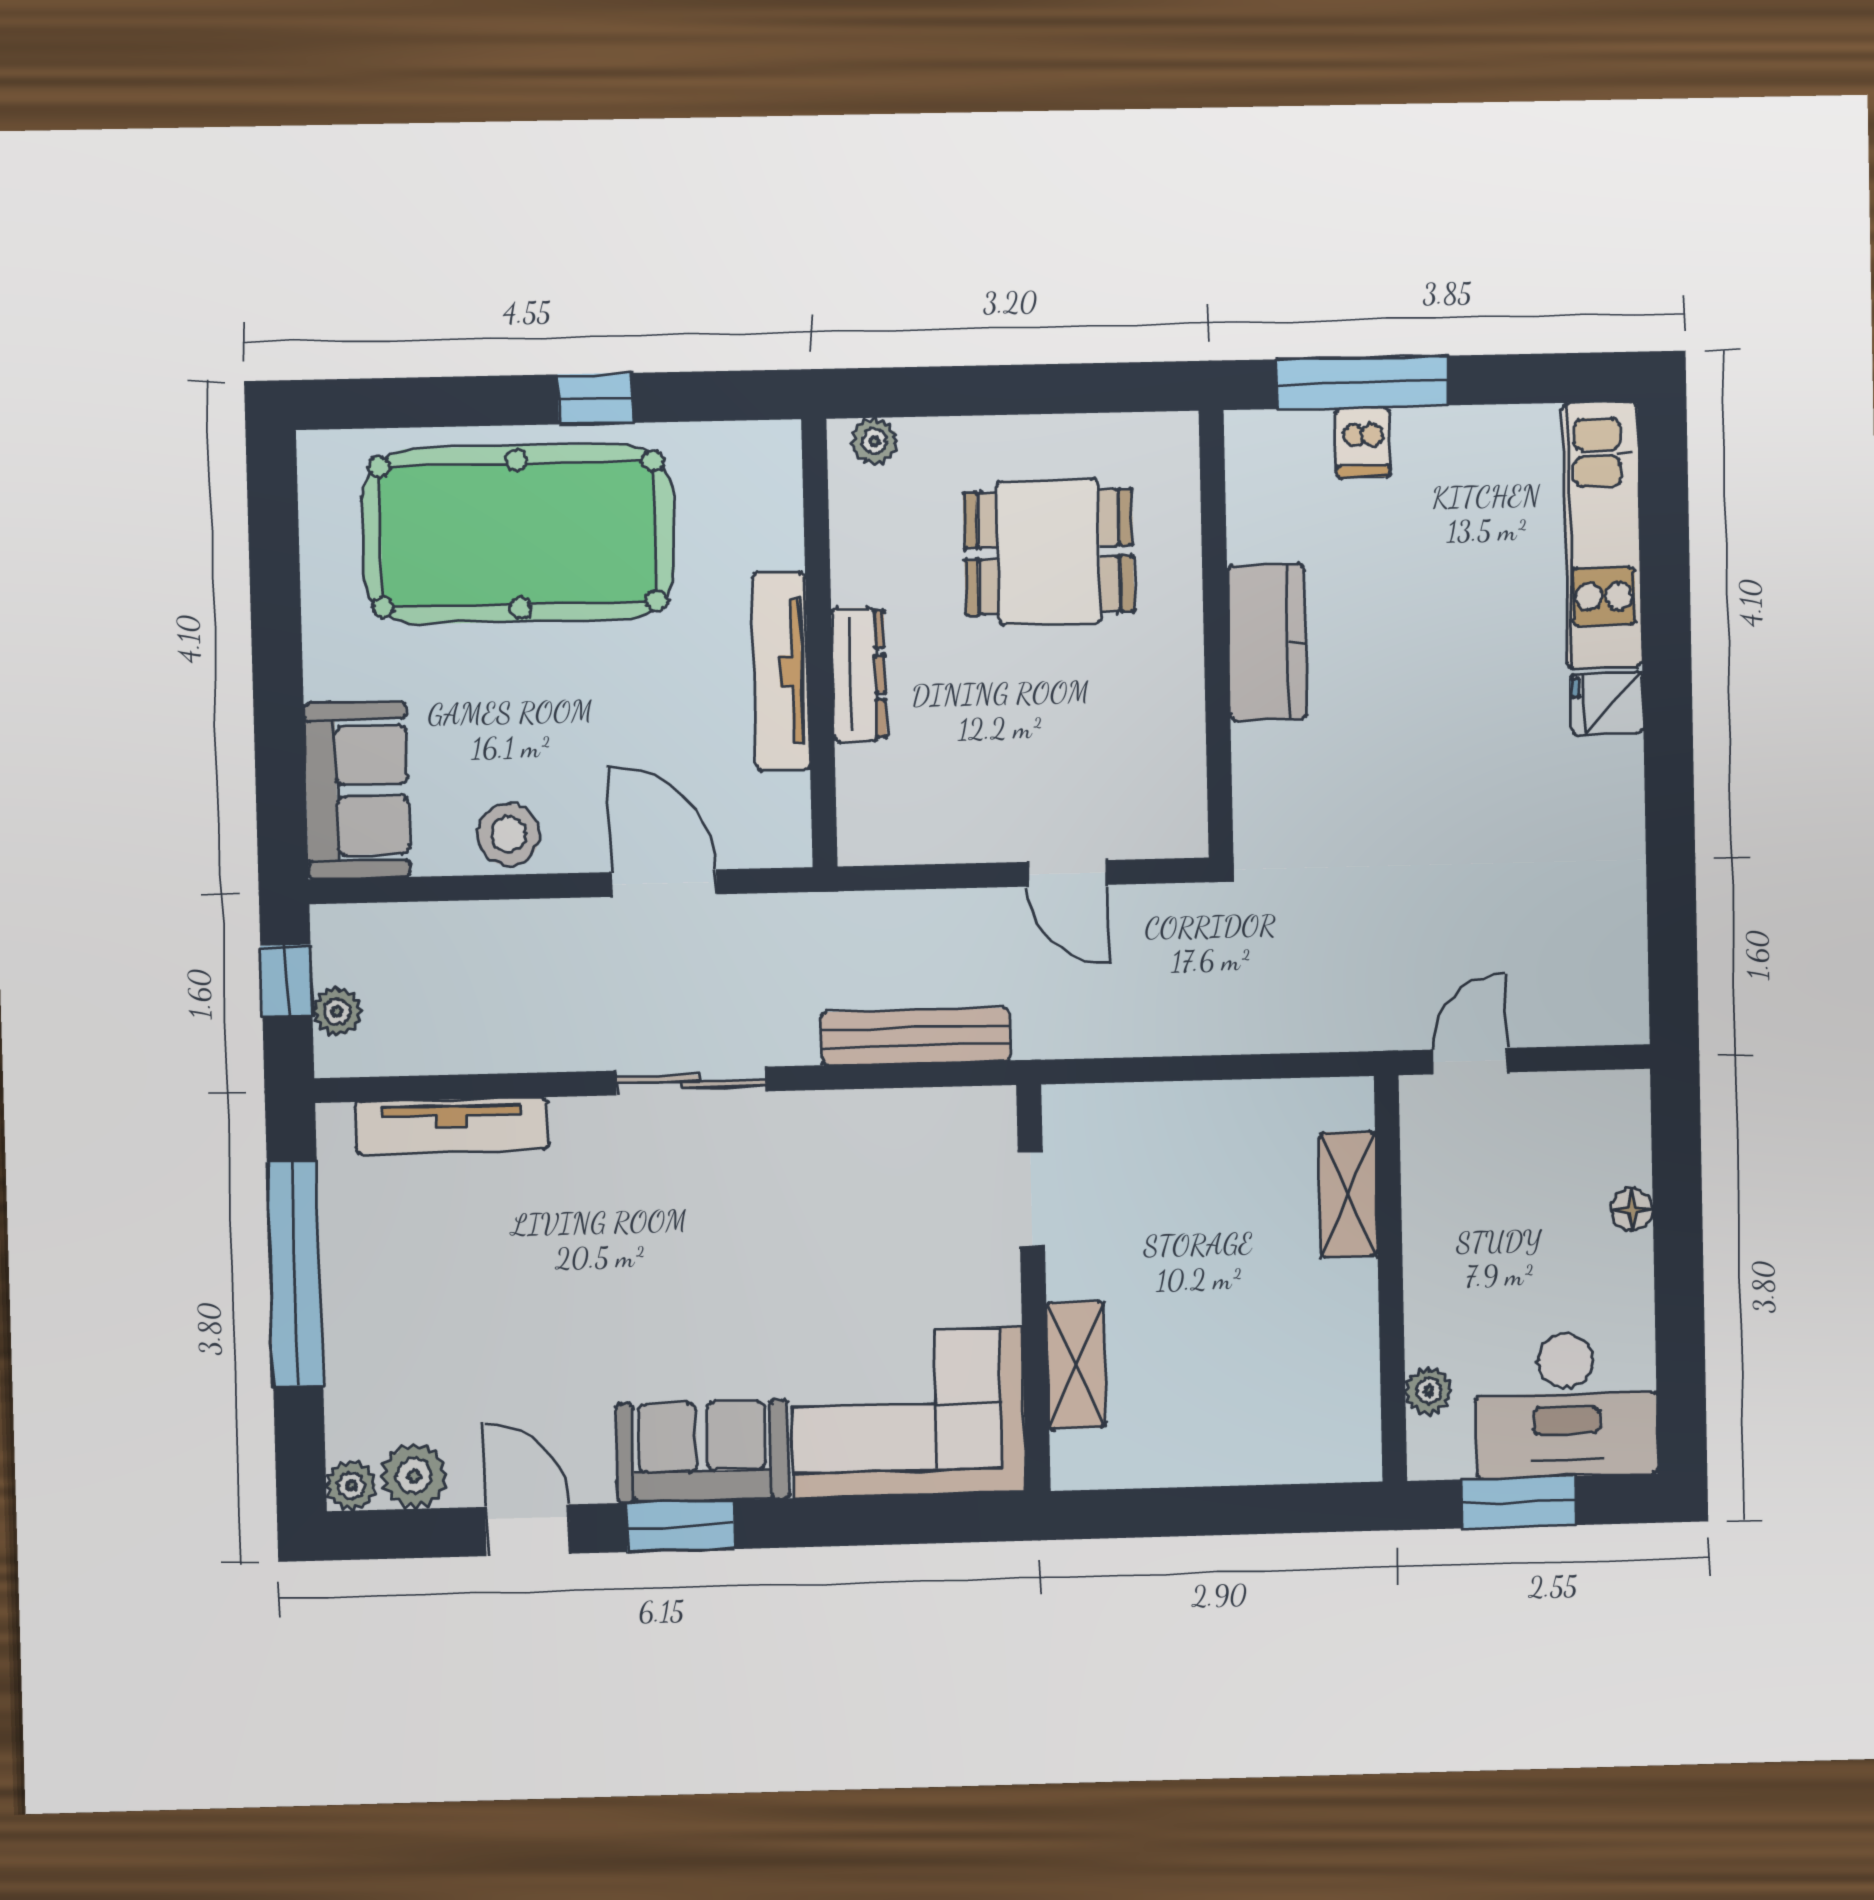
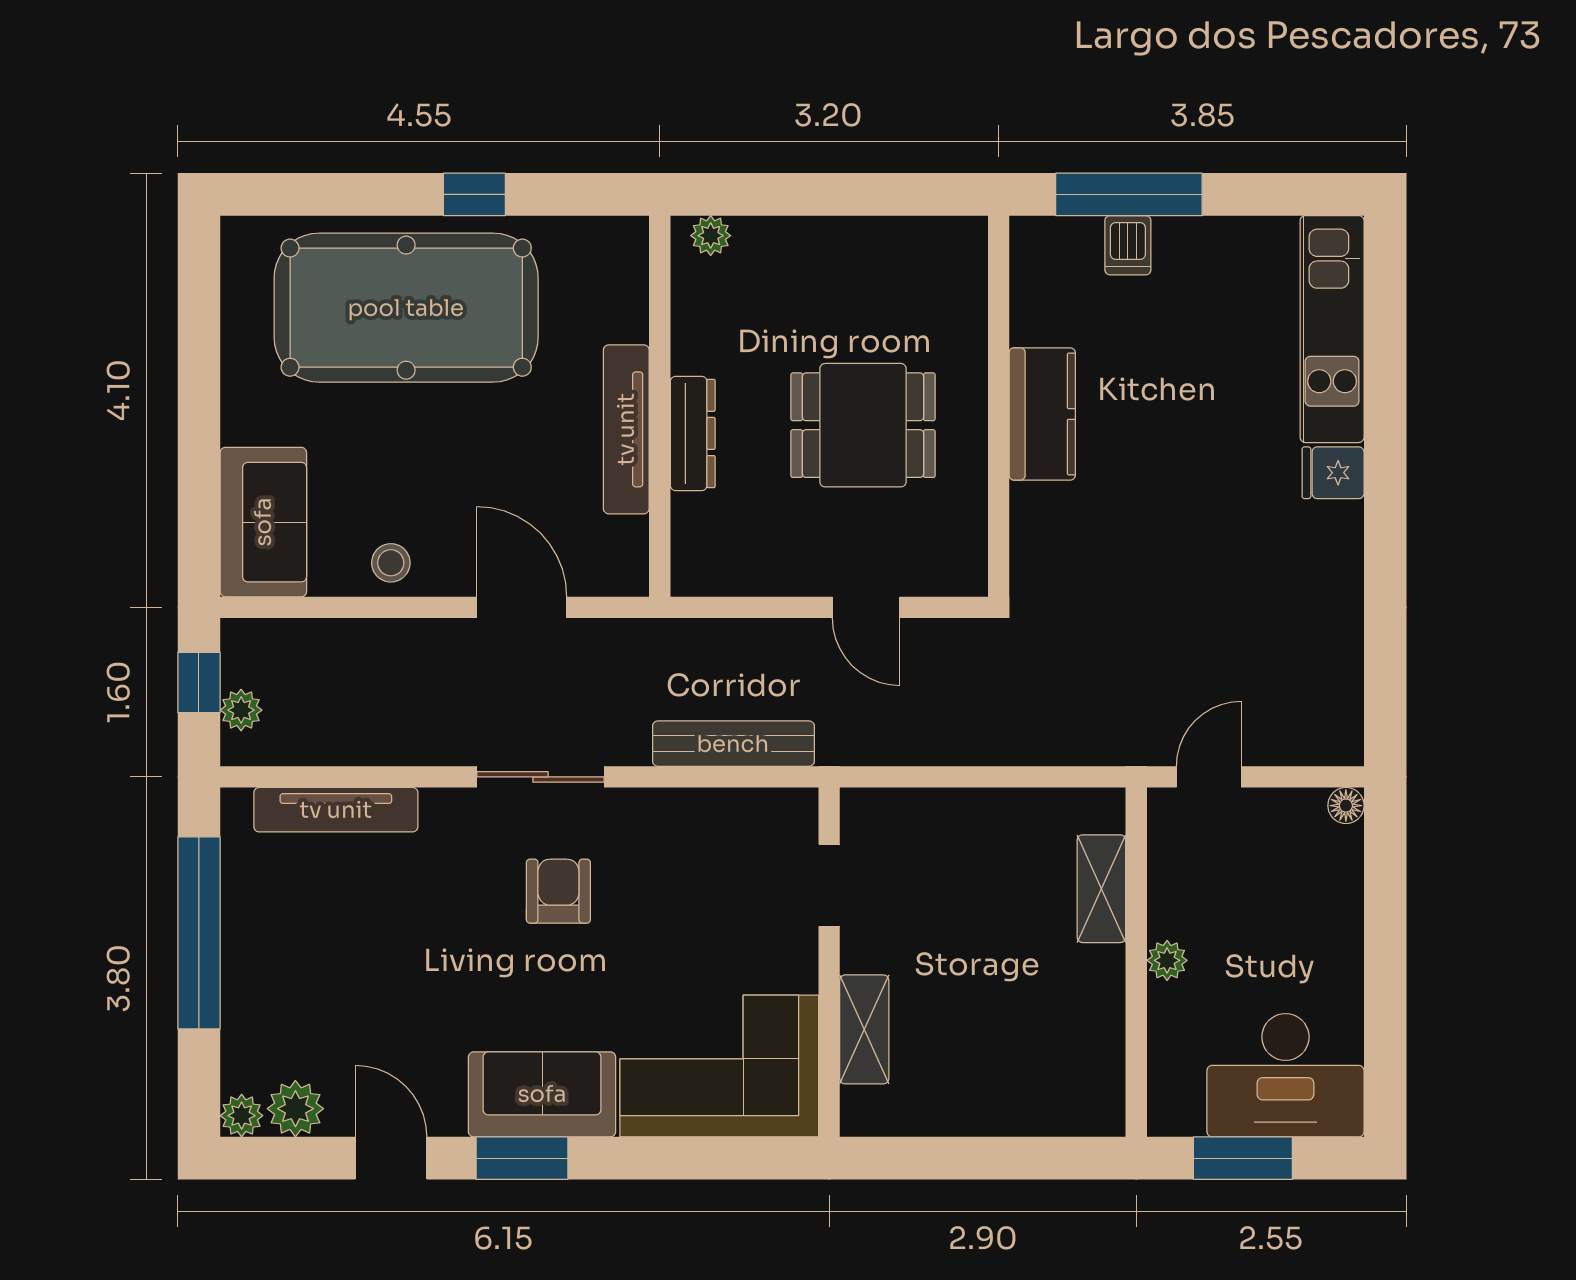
dining table: (1049, 552) -> (863, 425), moved
stool: (508, 835) -> (391, 563), width x0.73, depth x0.73
floor lamp: (1632, 1209) -> (1346, 806), moved
armchair: (715, 1214) -> (558, 891), added
plant: (1429, 1391) -> (1167, 960), moved

